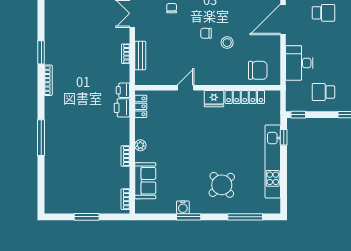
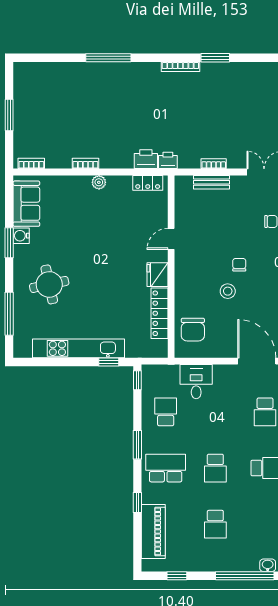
desk: (299, 63) -> (196, 382), width x0.73
door: (185, 88) -> (171, 239), swing flipped
sofa: (145, 181) -> (26, 204), moved, turned -90
round table: (222, 185) -> (49, 284), turned 30

